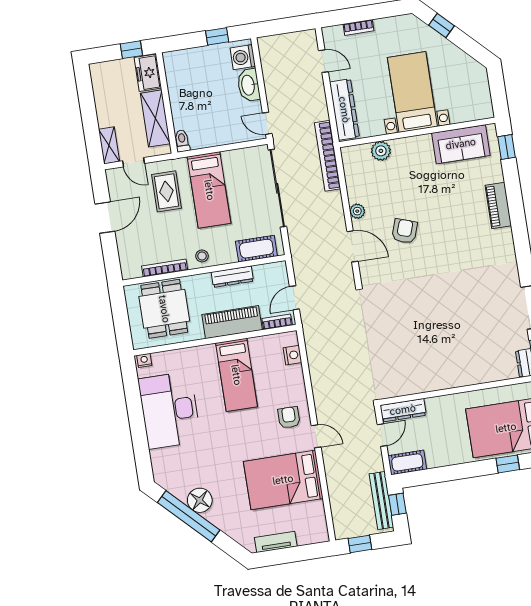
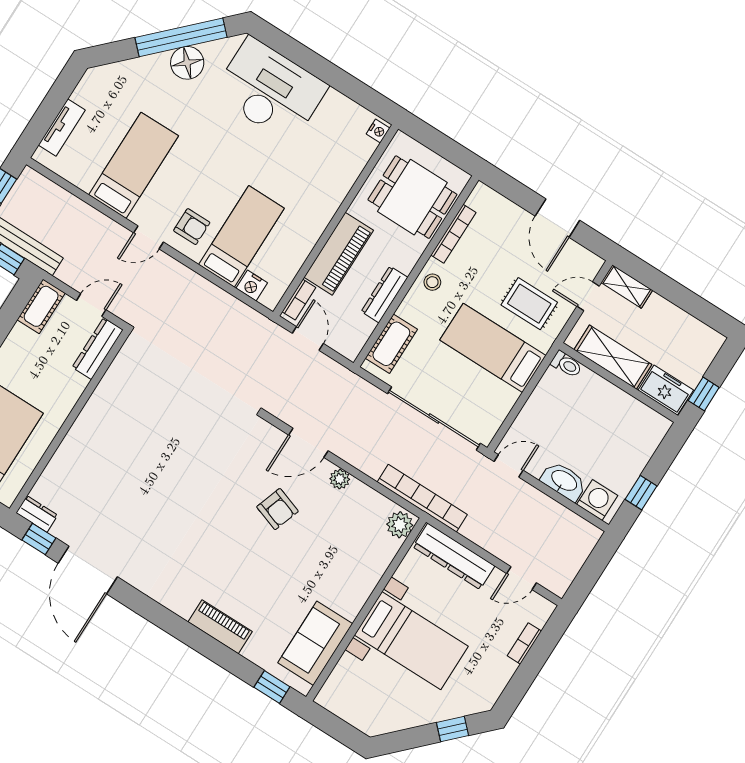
plant: (381, 151) -> (400, 525), moved
bed: (236, 375) -> (241, 236), moved, turned 90
desk: (170, 410) -> (270, 90), moved
door: (382, 435) -> (91, 305), swing flipped
bed: (283, 480) -> (134, 165), width x0.67
tv unit: (276, 542) -> (62, 127), moved

